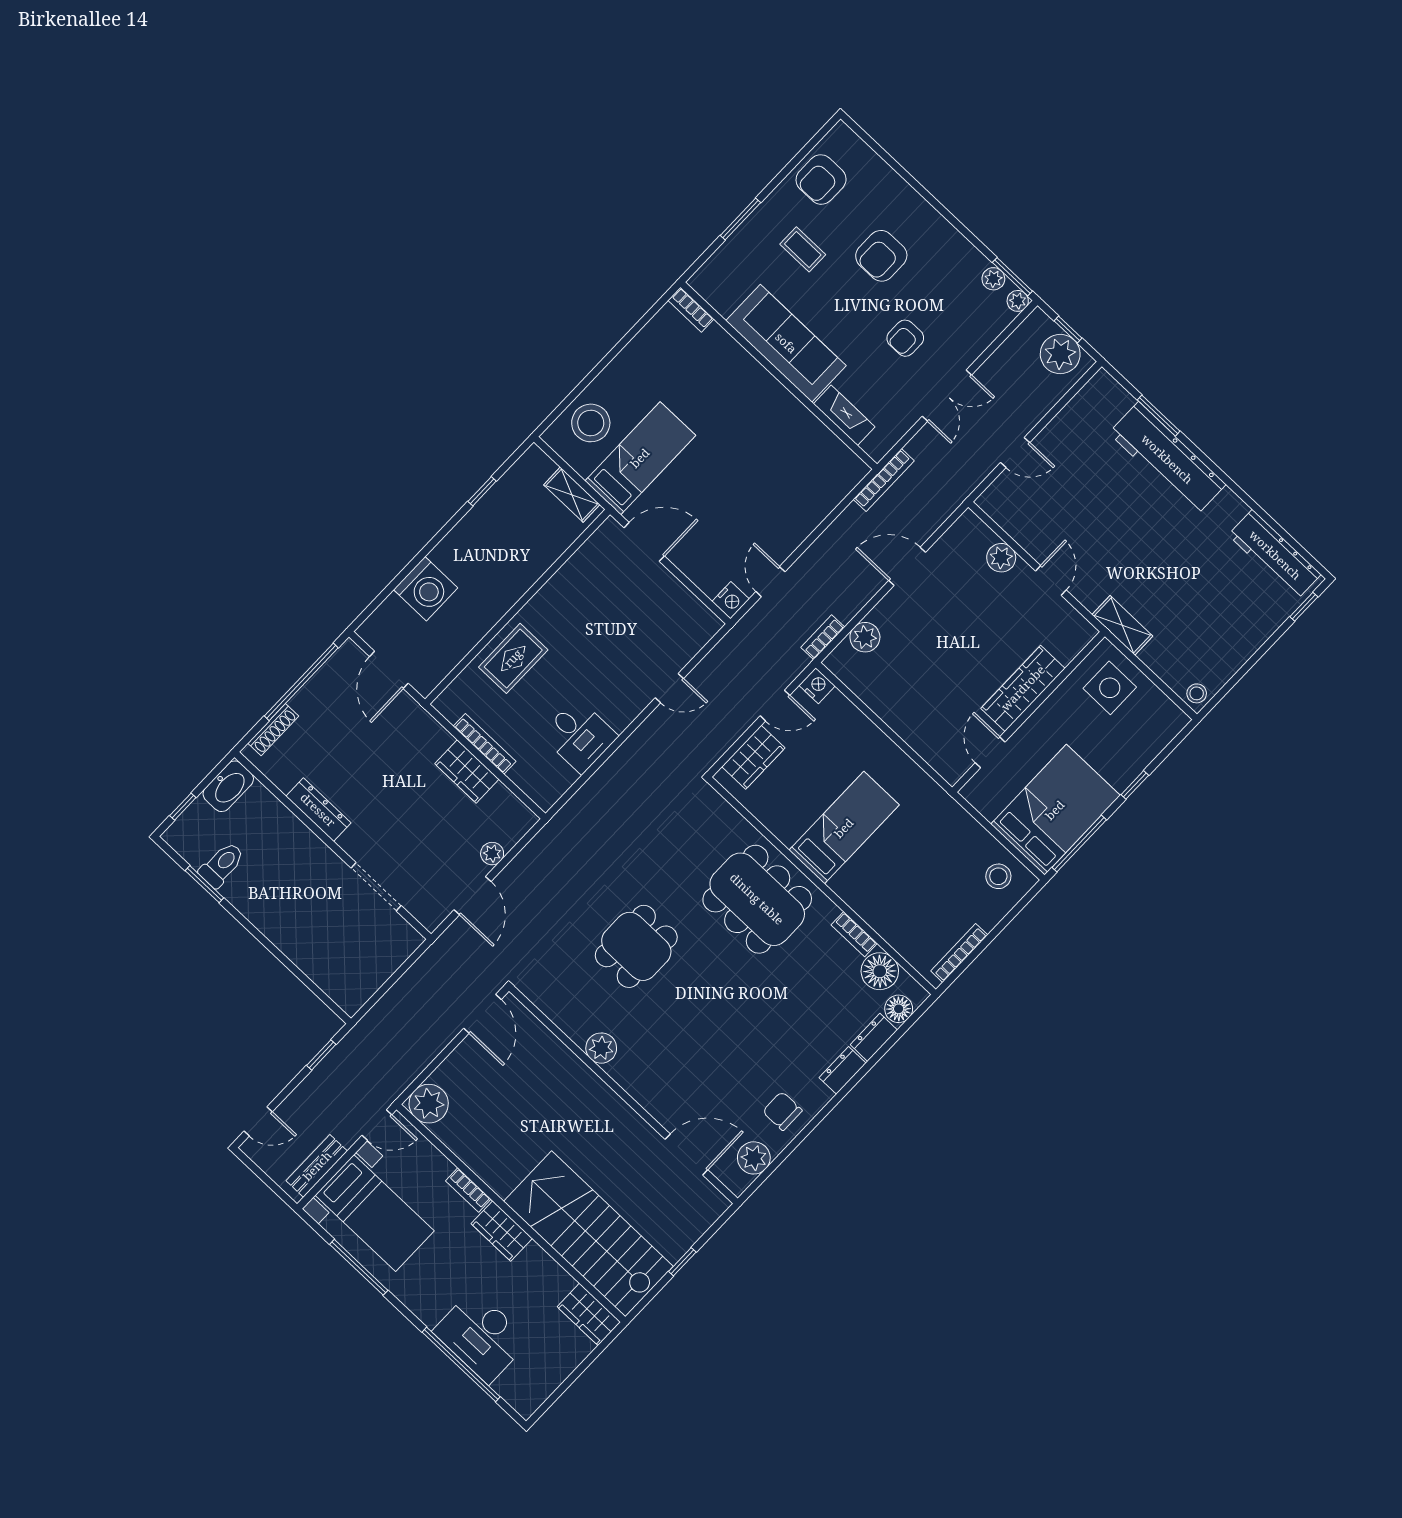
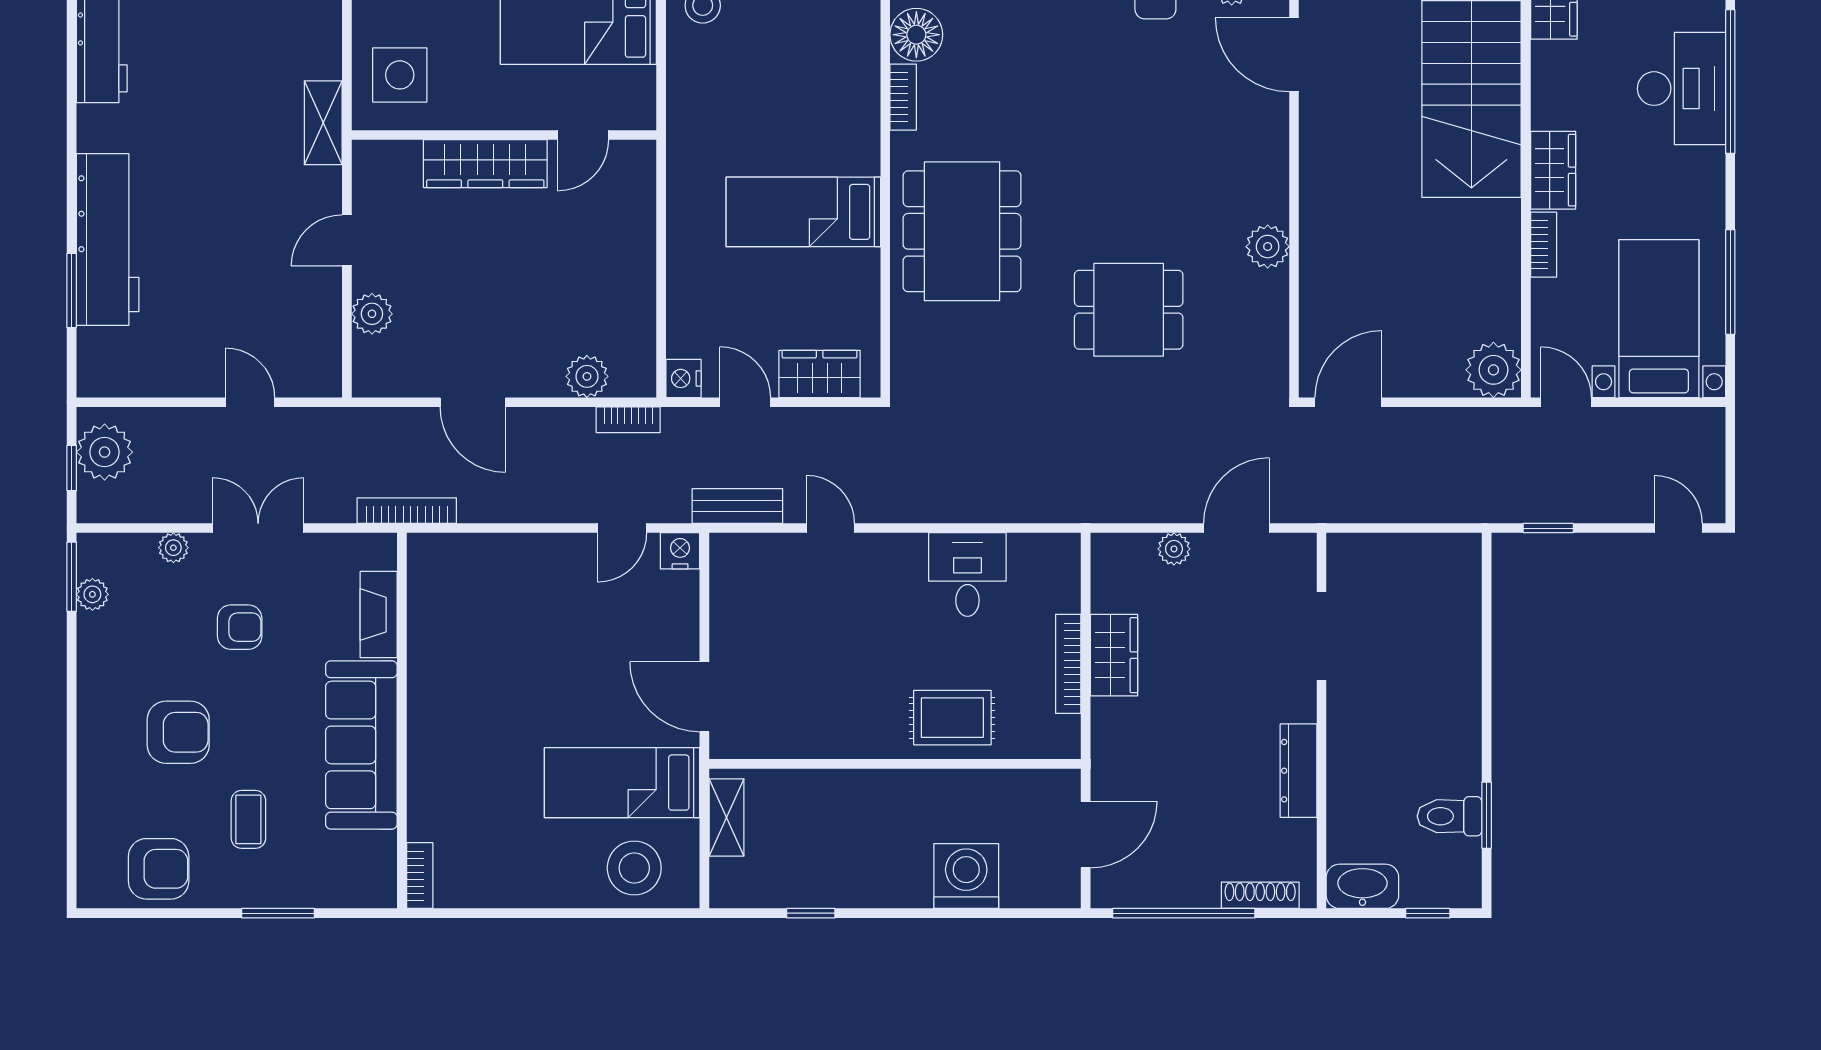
plant: (1018, 301) -> (173, 548), moved
bench: (317, 1166) -> (737, 506), moved

